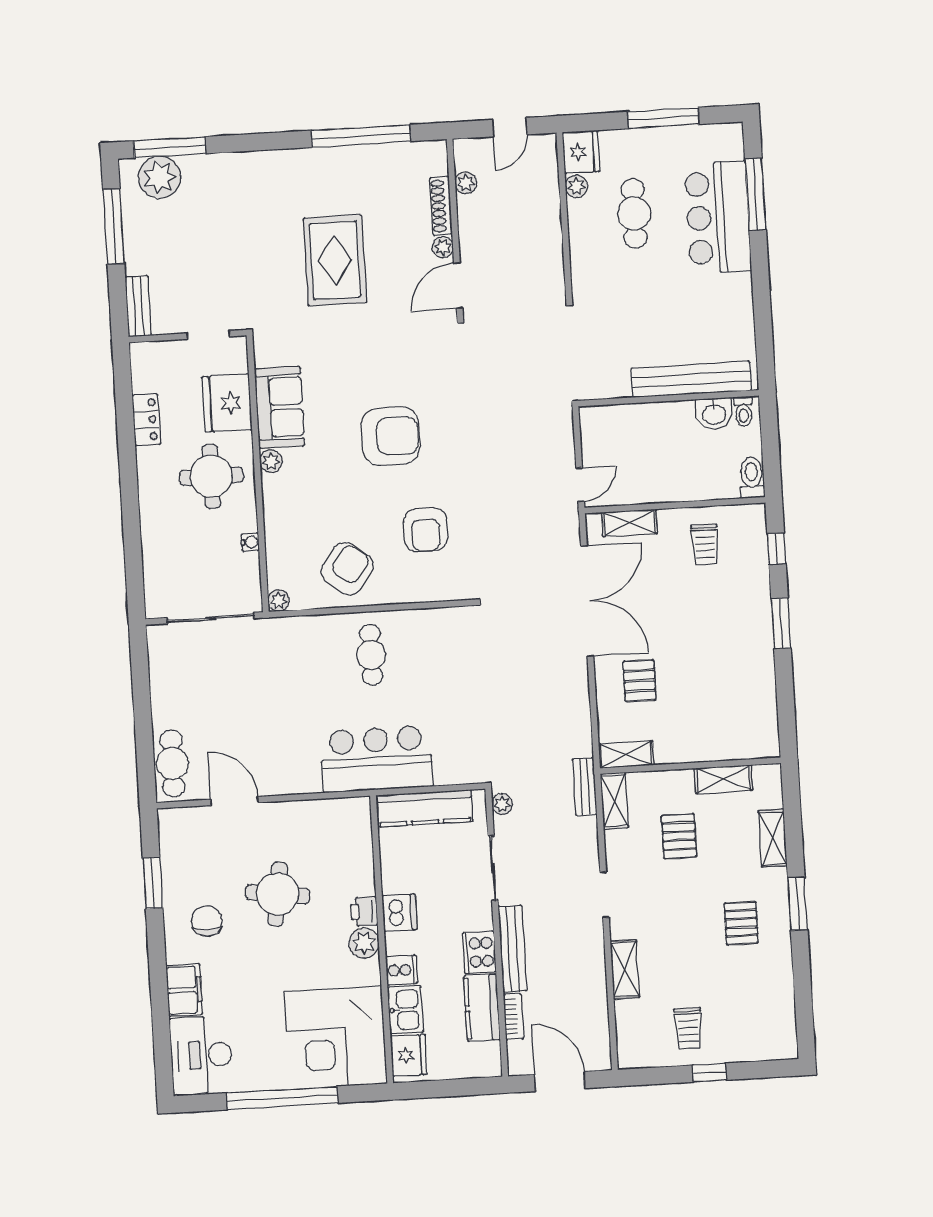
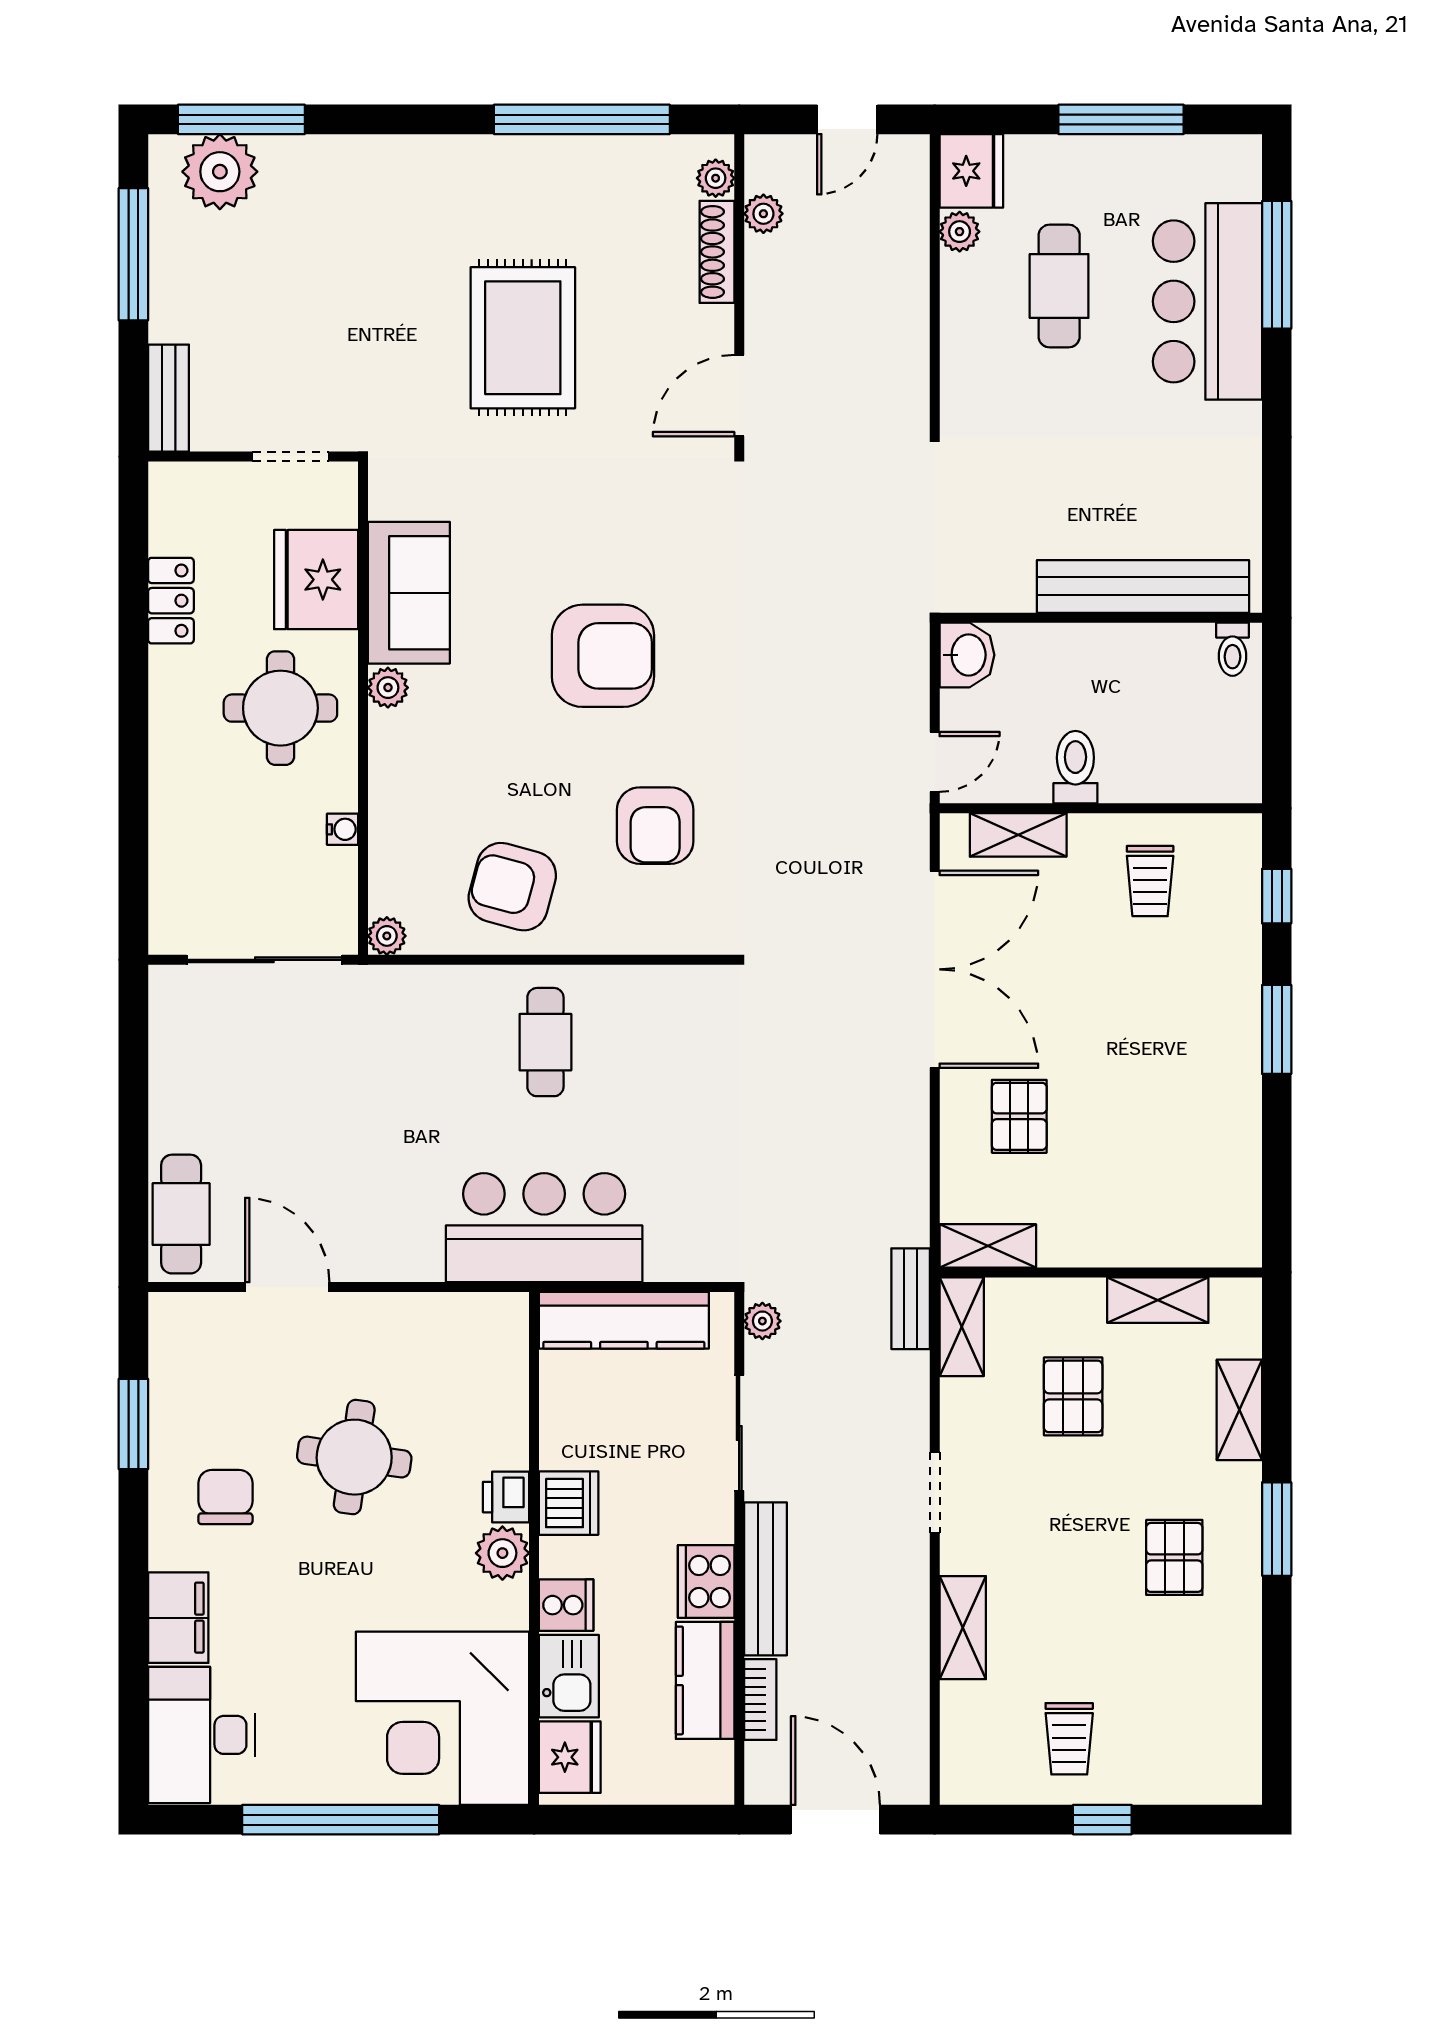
plant: (443, 247) -> (716, 178), moved
washbasin: (714, 414) -> (967, 655), moved, turned -90
toilet: (752, 477) -> (1075, 767), moved
armchair: (347, 569) -> (512, 887), turned -112

